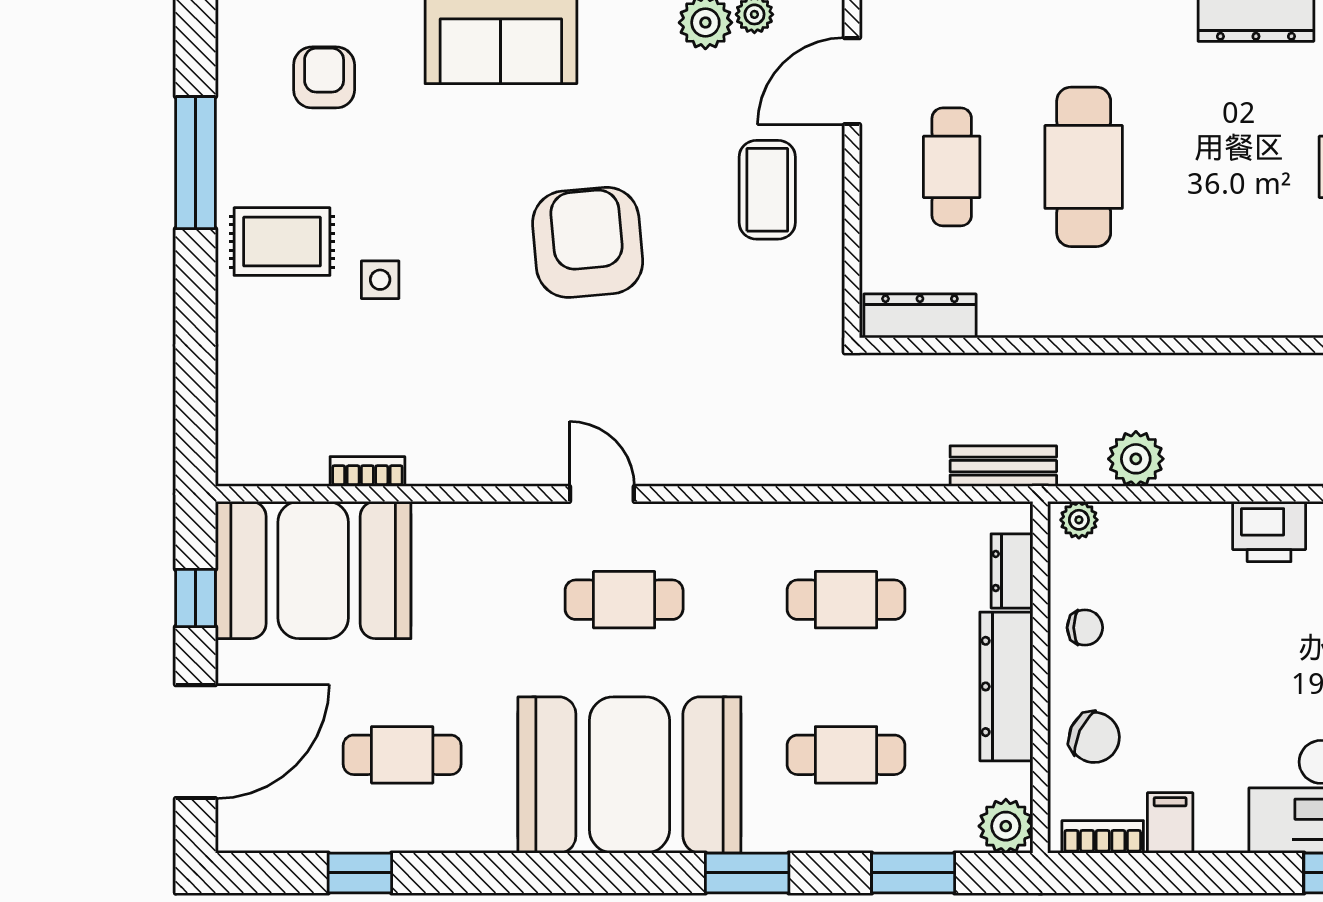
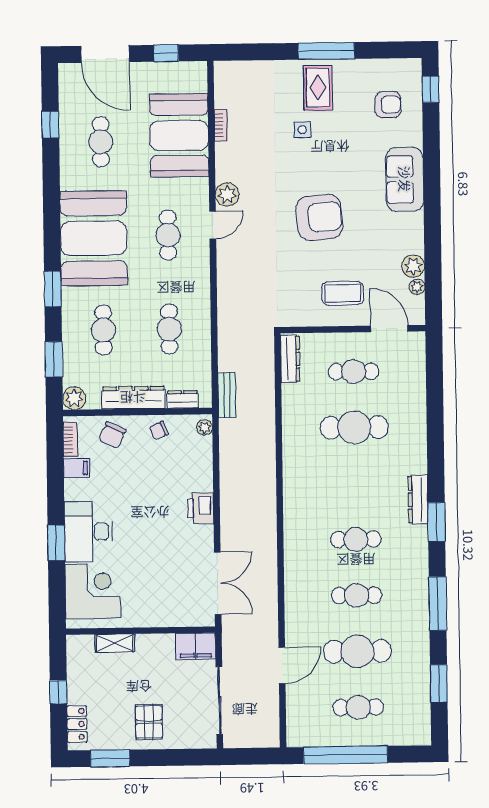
window: (195, 163) -> (326, 51), moved
plant: (1136, 459) -> (227, 194), moved
booth: (313, 570) -> (179, 135), moved
chair: (1085, 628) -> (159, 431), turned 66

